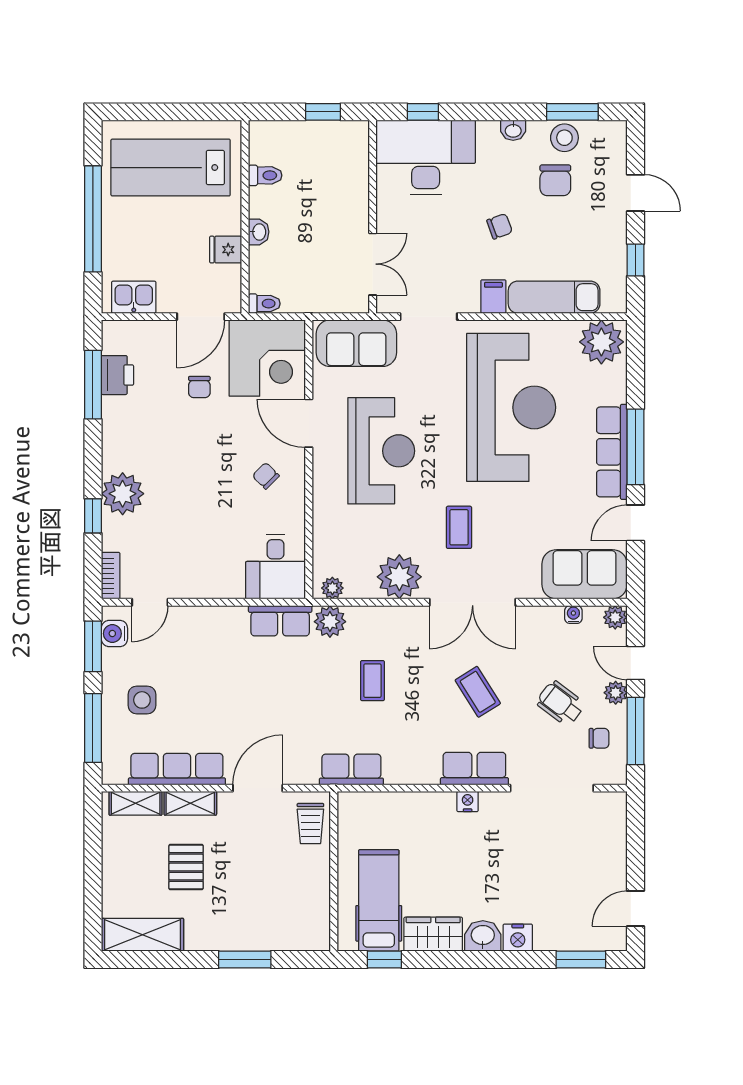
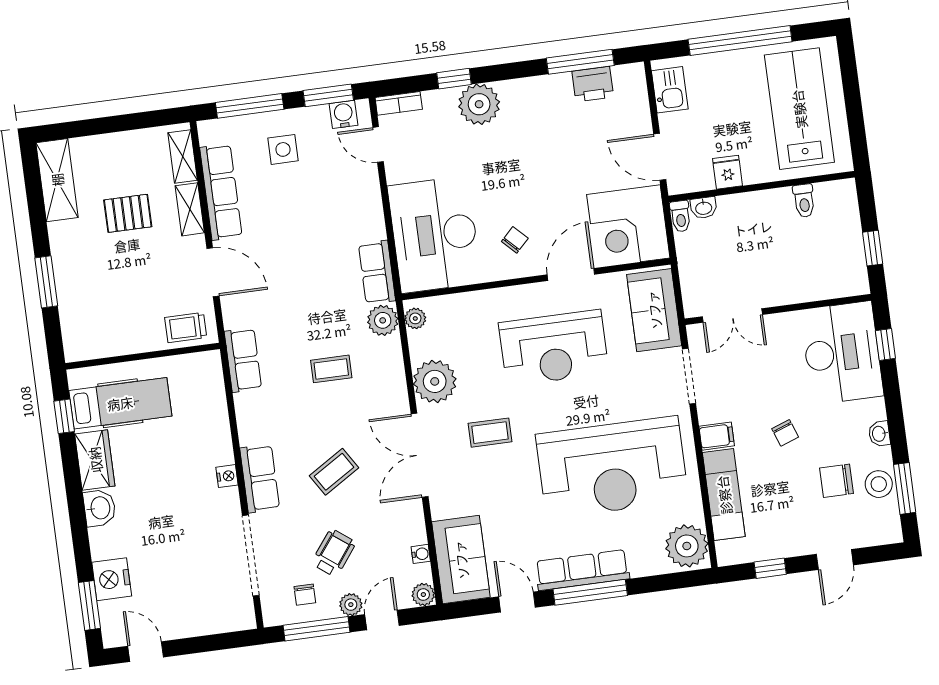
washbasin: (259, 232) -> (704, 208), moved
chair: (199, 387) -> (592, 164), removed
desk: (276, 567) -> (434, 235), width x1.87, depth x1.30
nightstand: (518, 938) -> (112, 579), moved, width x1.36, depth x1.33

